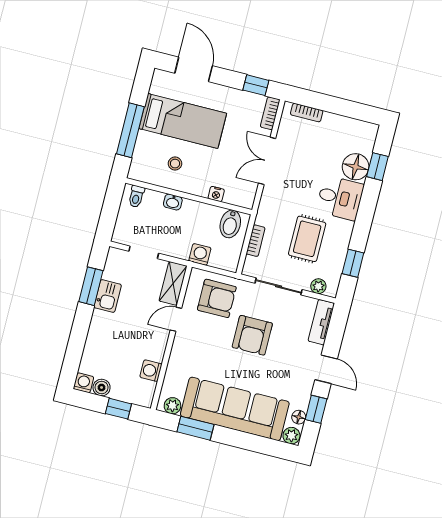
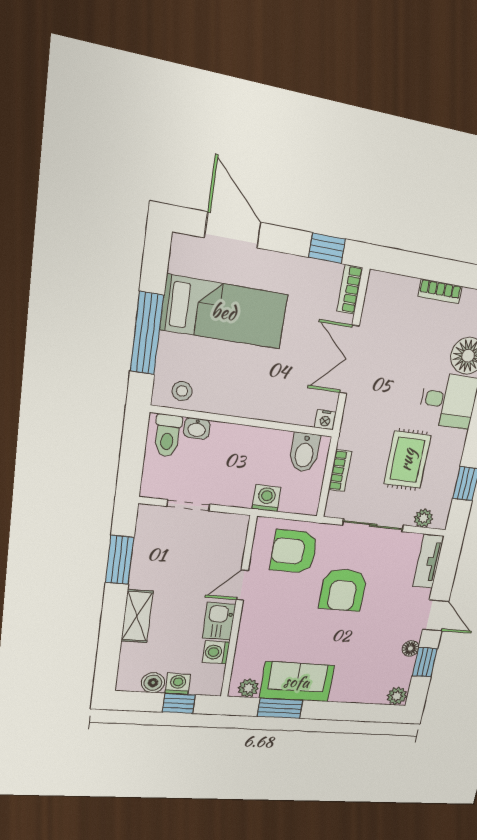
bookcase: (307, 113) -> (440, 291), moved
stool: (175, 164) -> (182, 391), moved
nightstand: (216, 194) -> (325, 420), moved
toilet: (136, 196) -> (167, 436), width x1.37, depth x1.39
washbasin: (173, 202) -> (197, 428), moved
shelving: (173, 283) -> (137, 616), moved
kitchen sink: (108, 296) -> (219, 621), moved, turned 180
armchair: (217, 298) -> (294, 551), turned 180
washing machine: (83, 383) -> (178, 684), moved
sofa: (235, 409) -> (297, 682), width x0.54, depth x0.79
floor lamp: (299, 417) -> (410, 648), moved

